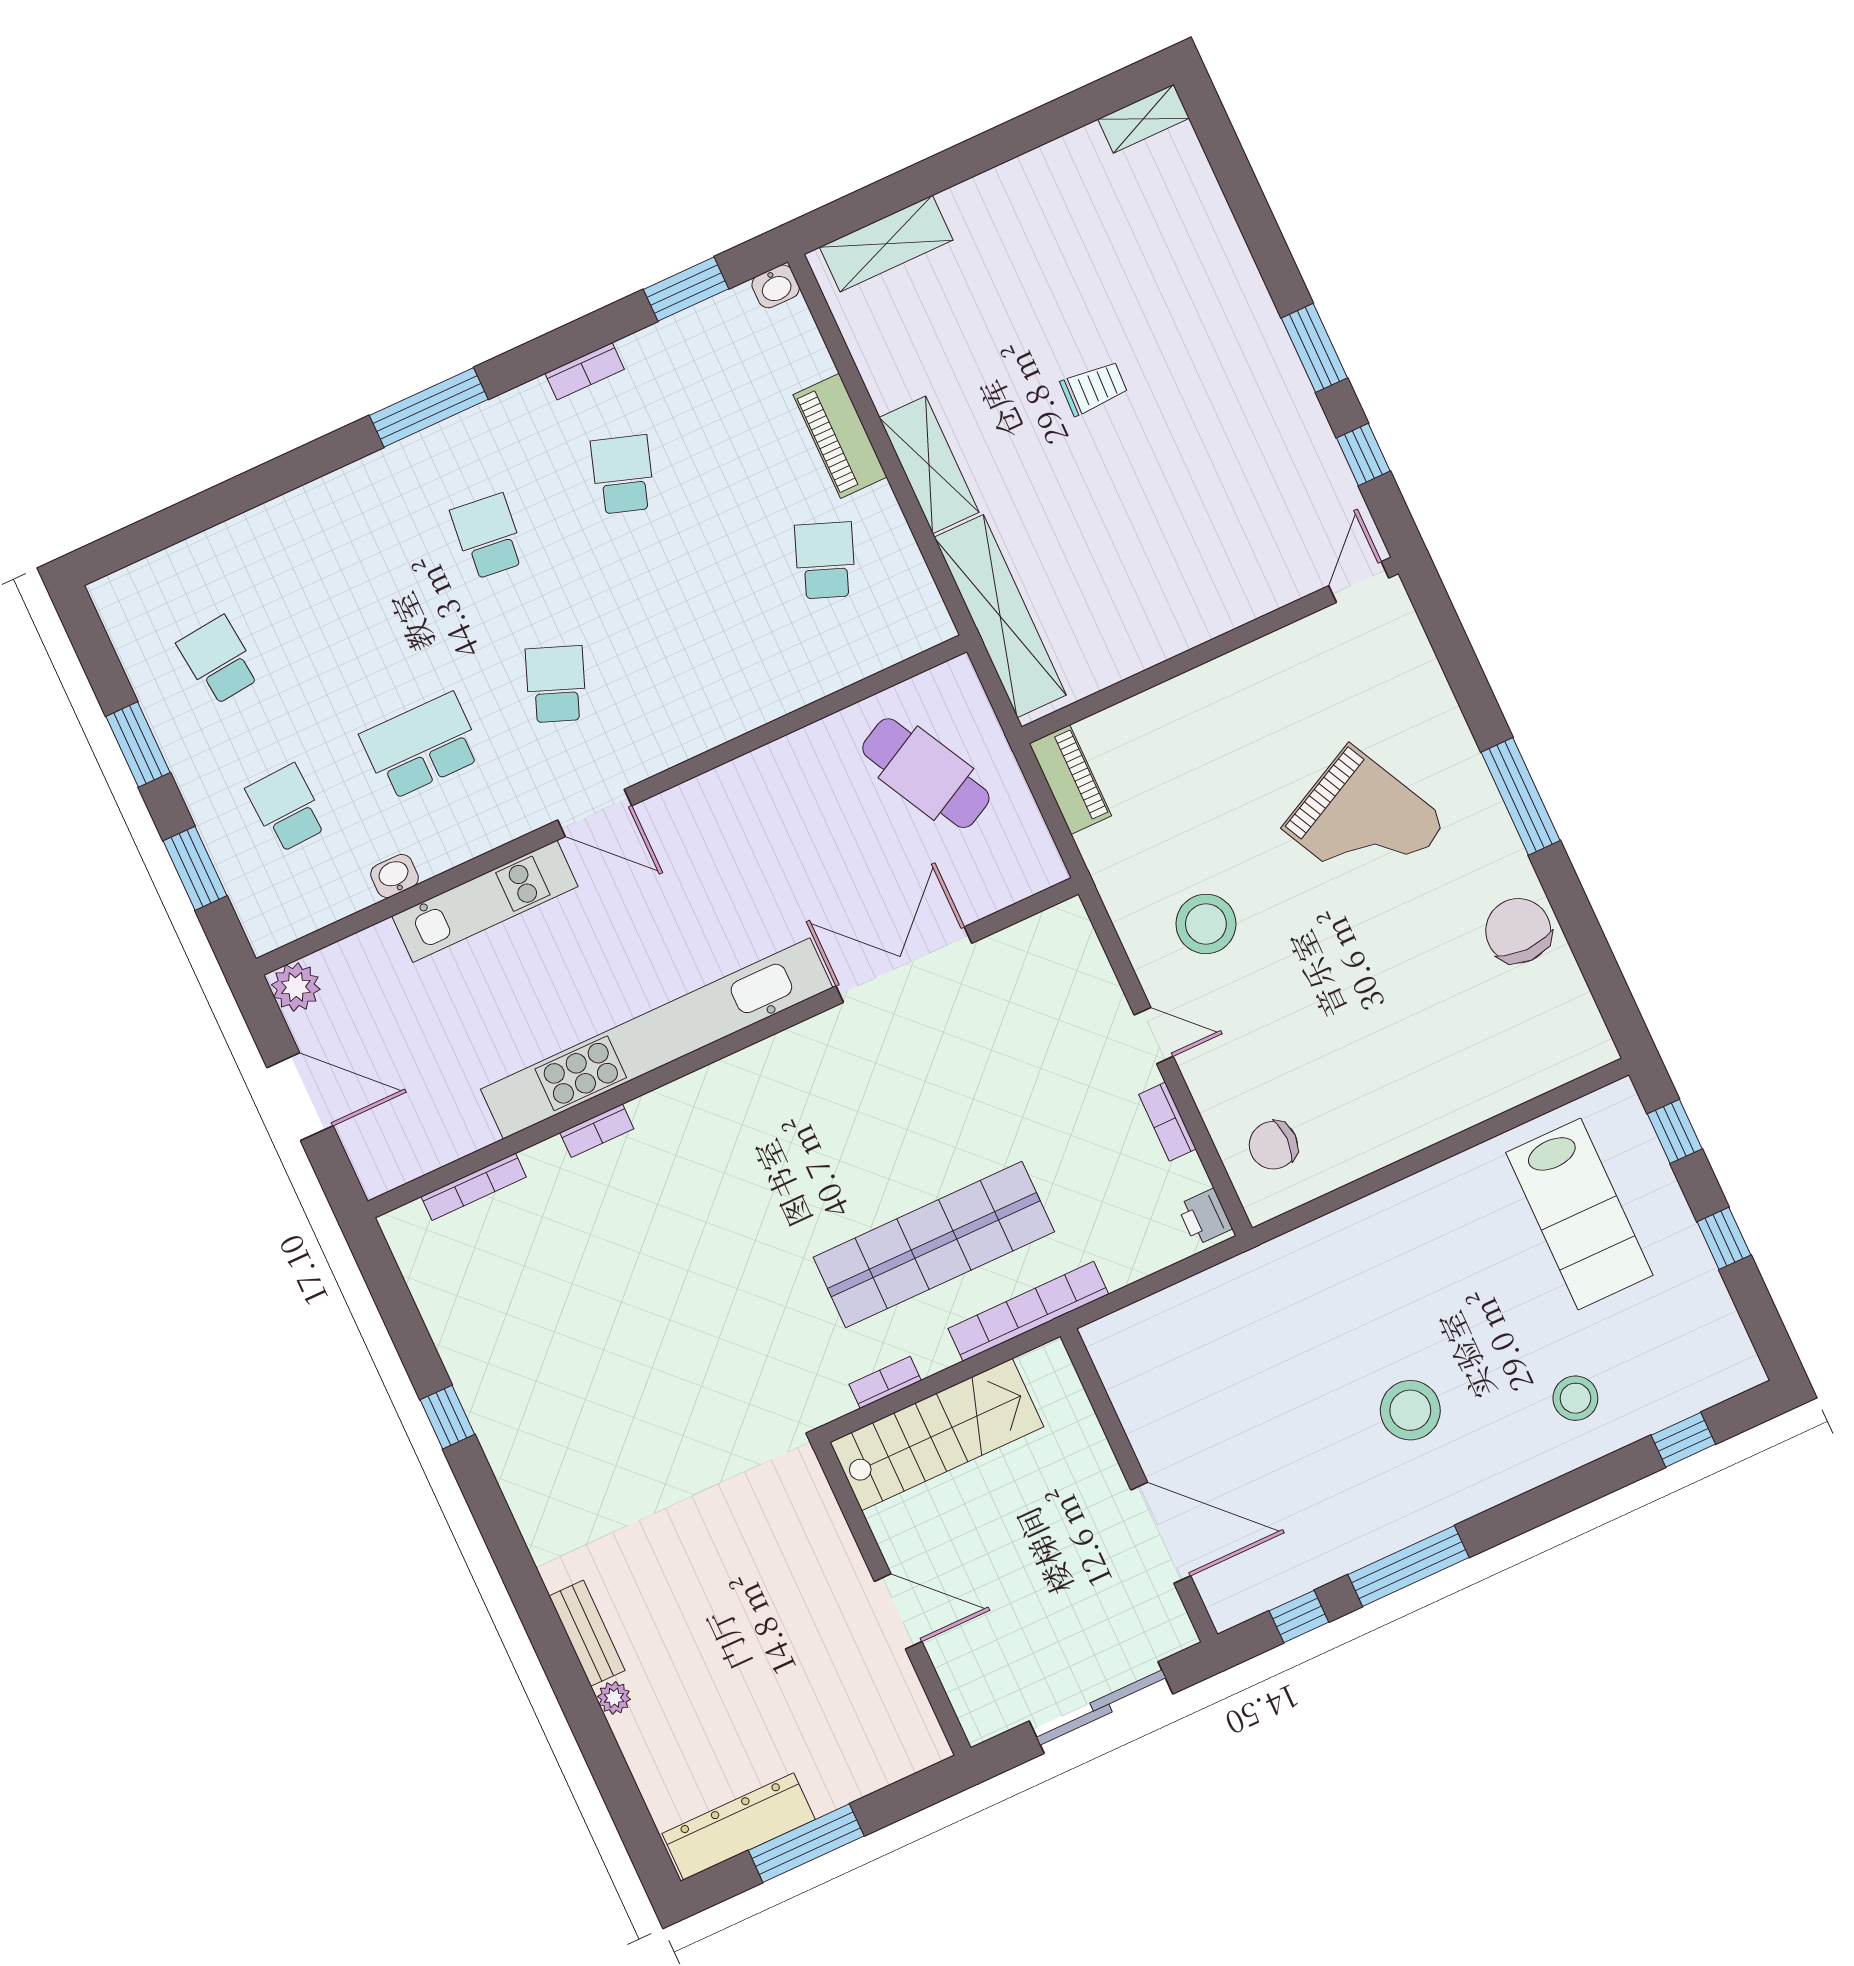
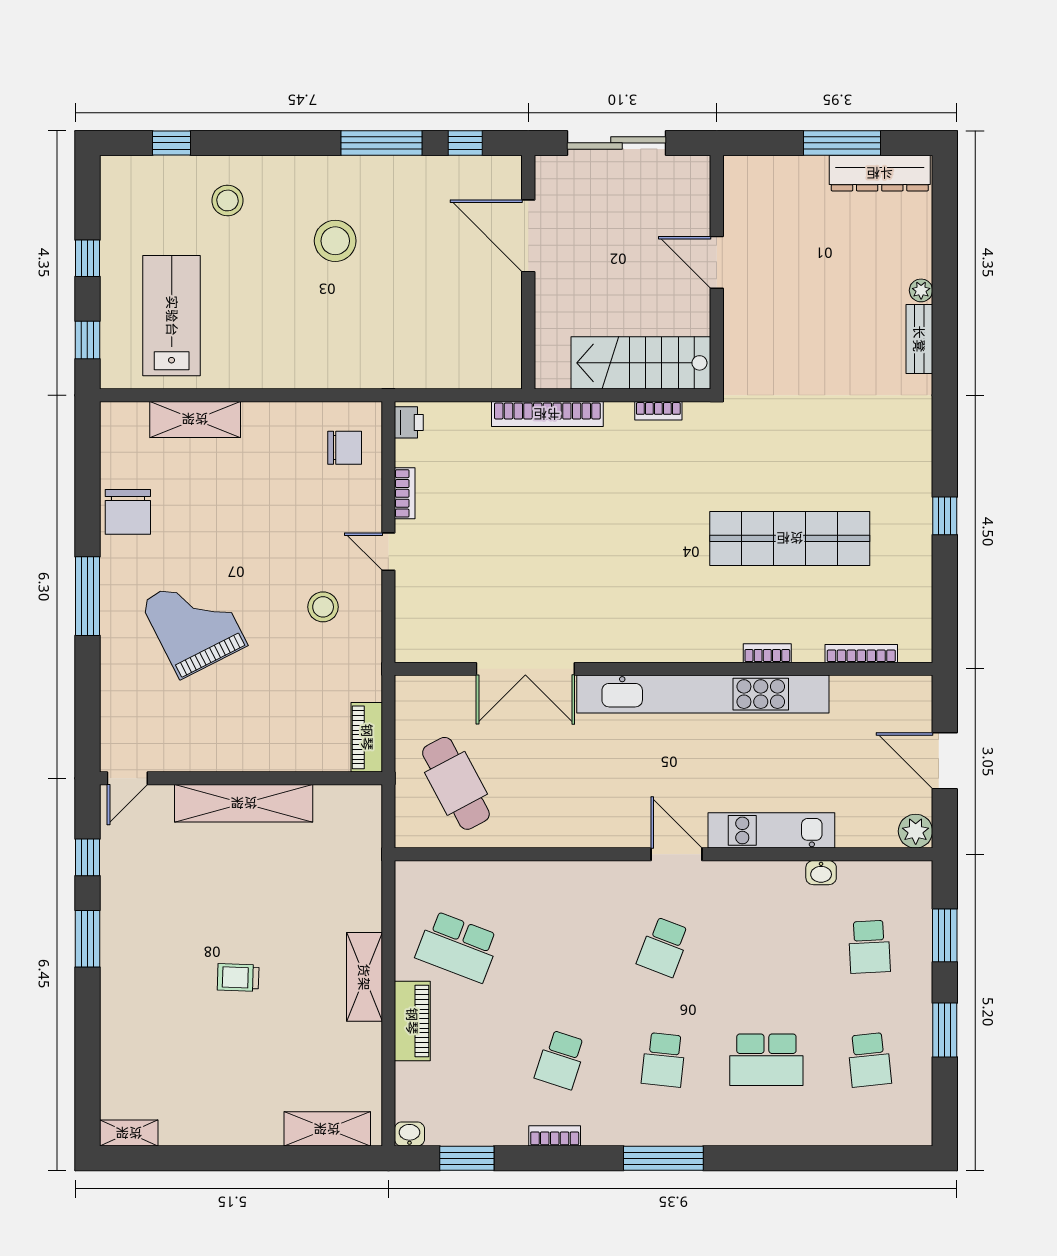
school desk: (825, 560) -> (458, 947), width x1.85
shelving: (1000, 616) -> (244, 803), moved, turned 90
school desk: (421, 746) -> (766, 1060), moved
stool: (1206, 924) -> (323, 607), width x0.73, depth x0.73
shelving: (1486, 1092) -> (195, 419), added
shop shelf: (934, 1245) -> (790, 538), moved

